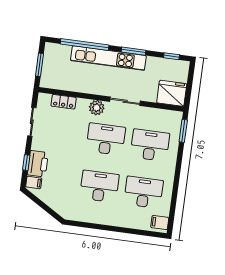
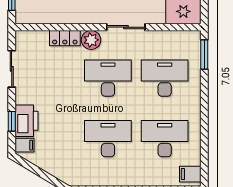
locker: (64, 102) -> (65, 38), moved

